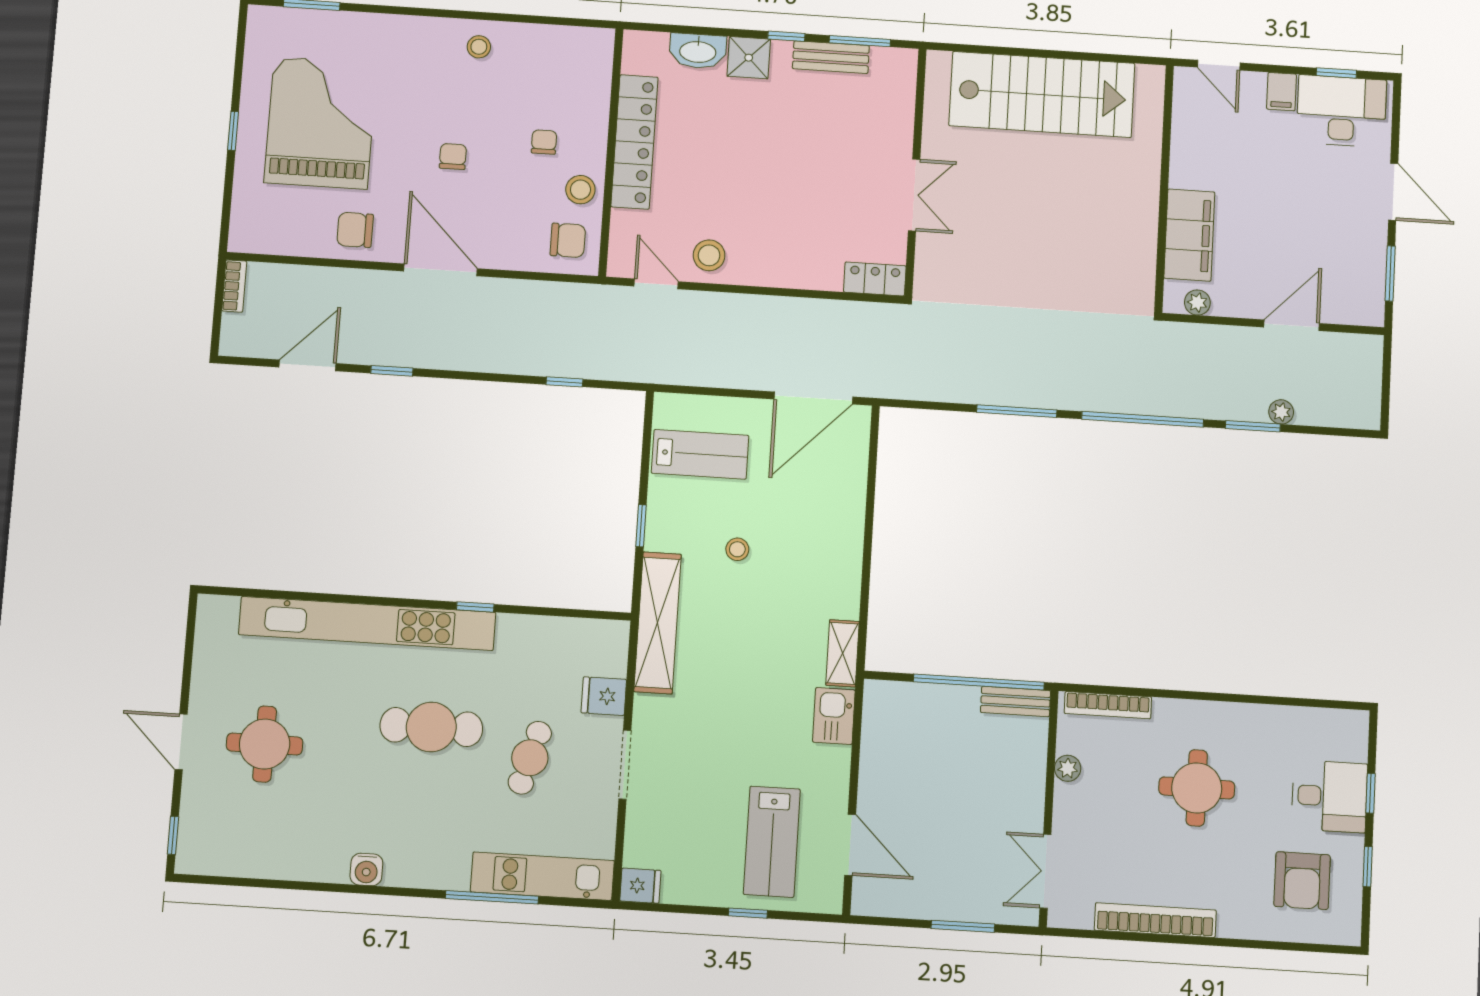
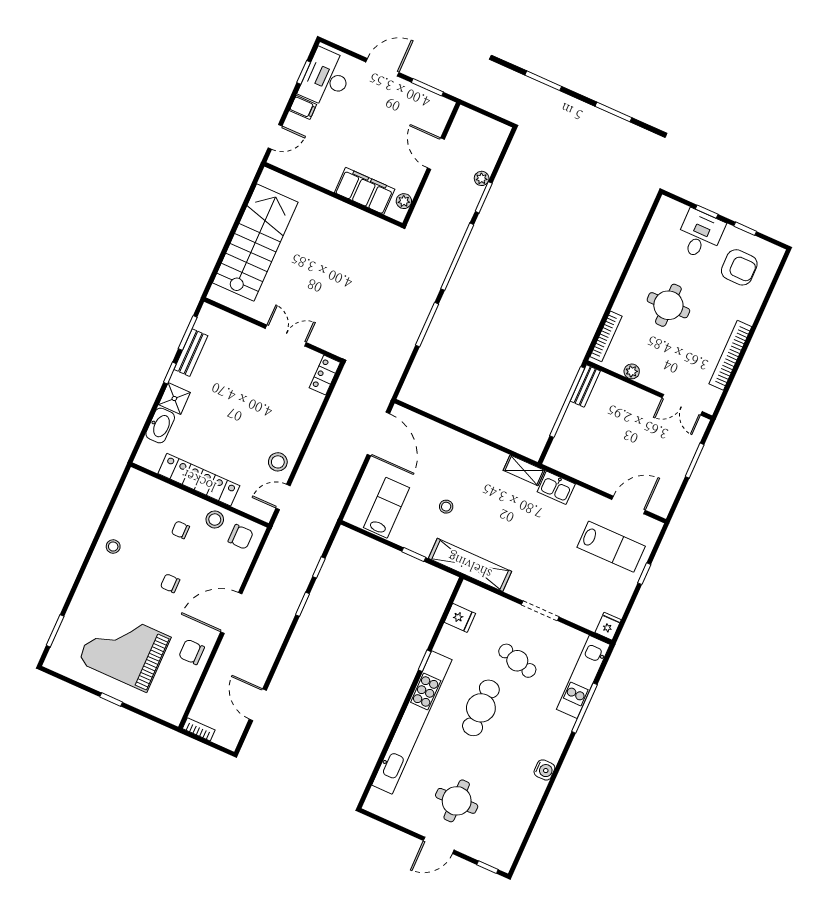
chair: (355, 230) -> (192, 652), turned 90
chair: (568, 240) -> (241, 537), turned 90
window: (392, 371) -> (303, 604), moved
fridge: (604, 696) -> (460, 618), moved, turned -90

